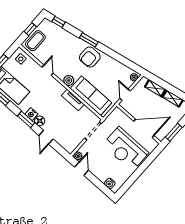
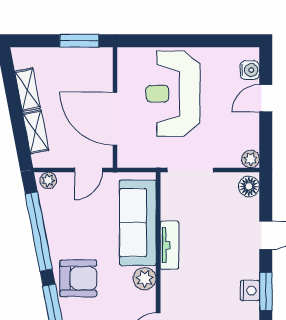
window: (119, 58) -> (39, 232), added
floor lamp: (40, 121) -> (249, 186), moved
door: (144, 128) -> (115, 119), moved
reception desk: (126, 149) -> (173, 94), turned 180
door: (82, 169) -> (266, 98), moved

